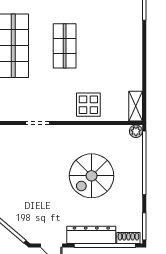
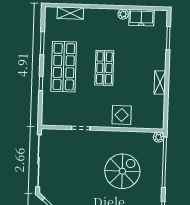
shelving: (136, 106) -> (160, 83), moved
spiral stairs: (92, 176) -> (122, 171), turned 180

